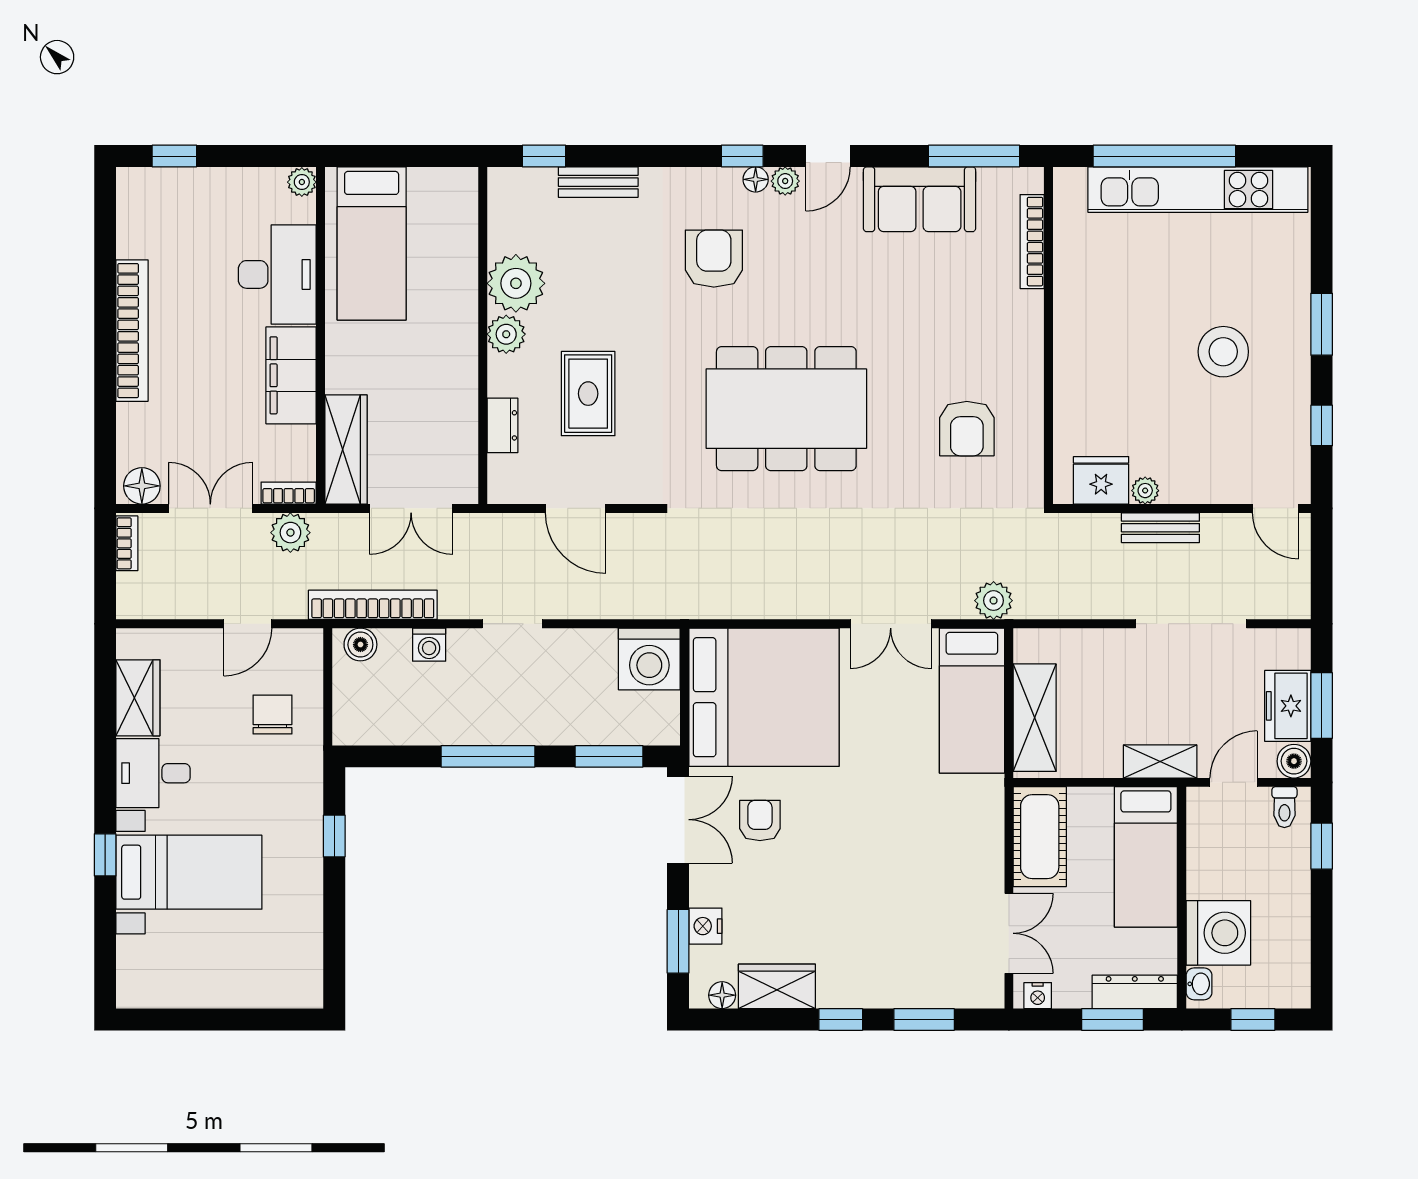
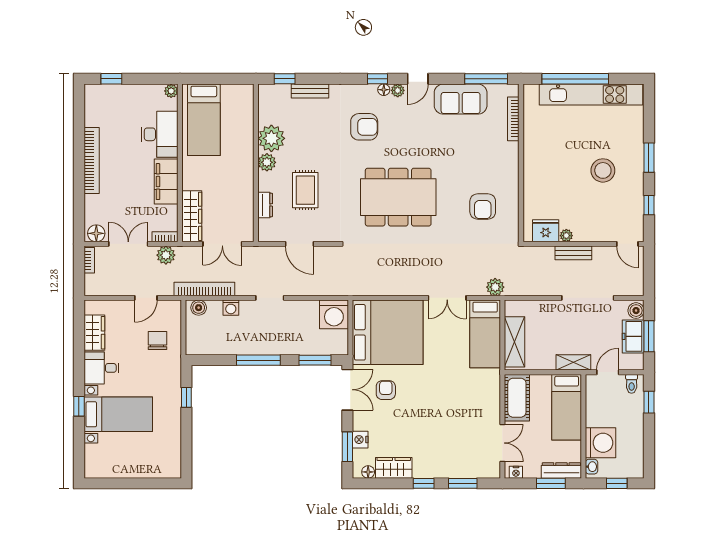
armchair: (714, 259) -> (364, 127), turned 90
boiler: (1294, 761) -> (636, 311), moved

